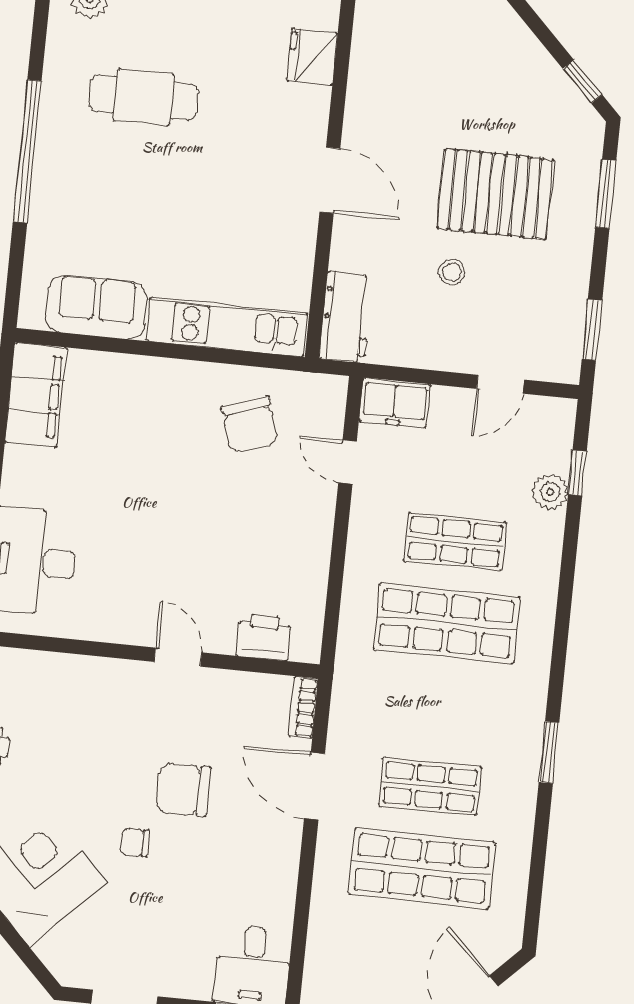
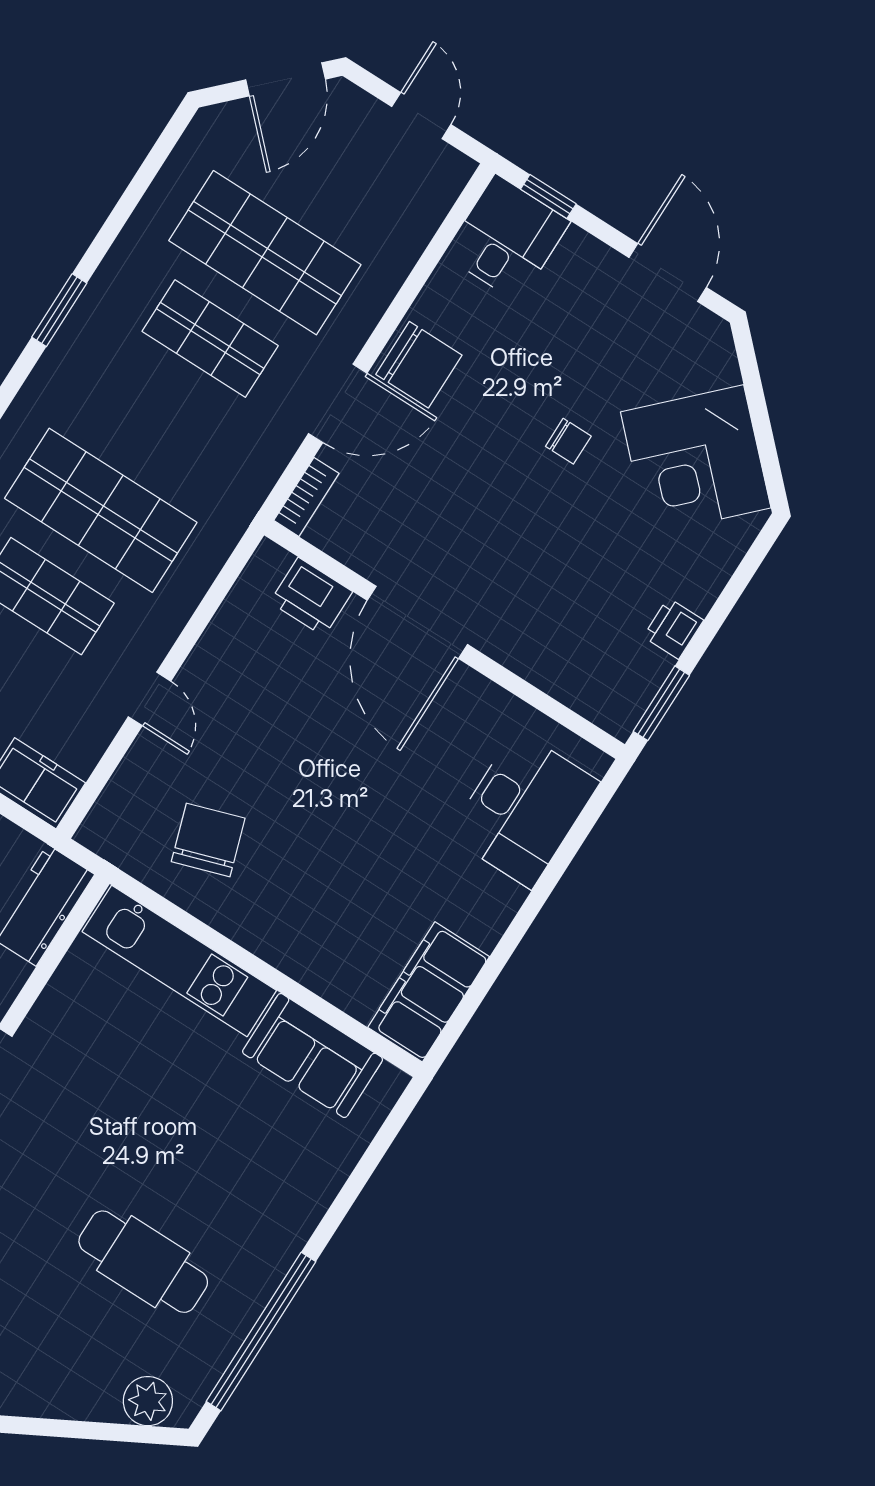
window: (27, 151) -> (261, 1332), moved
door: (347, 462) -> (149, 699), moved
door: (178, 657) -> (417, 622), width x1.88
door: (315, 786) -> (338, 403), hinge flipped
chair: (184, 789) -> (419, 365), moved

